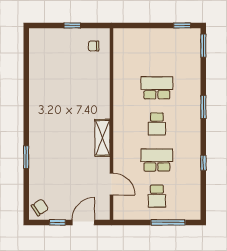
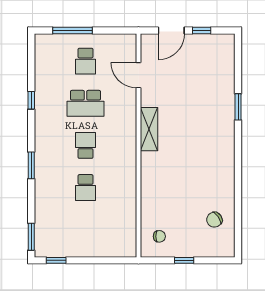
school desk: (157, 88) -> (85, 188), width x0.54
school desk: (157, 196) -> (85, 61), turned 180
chair: (40, 207) -> (214, 220), moved

